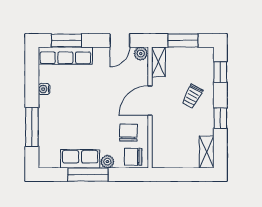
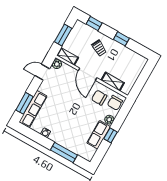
door: (120, 40) -> (42, 72), swing flipped
shelving: (207, 152) -> (113, 82), moved
window: (88, 175) -> (110, 135), width x0.46

